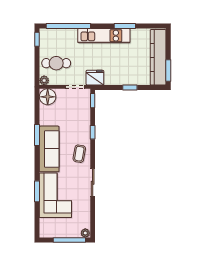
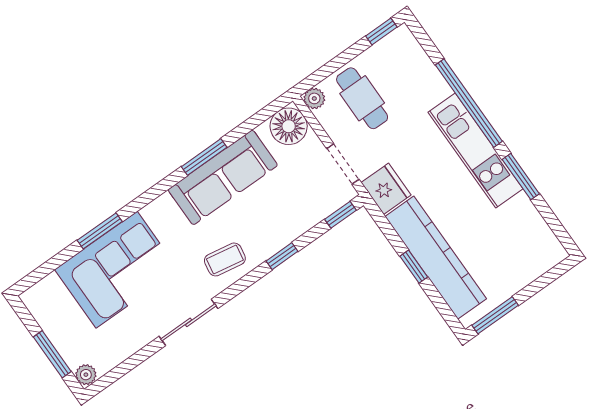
window: (68, 26) -> (469, 103), moved
kitchen counter: (158, 57) -> (436, 258), moved, turned 90
sofa: (49, 149) -> (223, 177), moved
window: (69, 240) -> (52, 354), width x0.69

